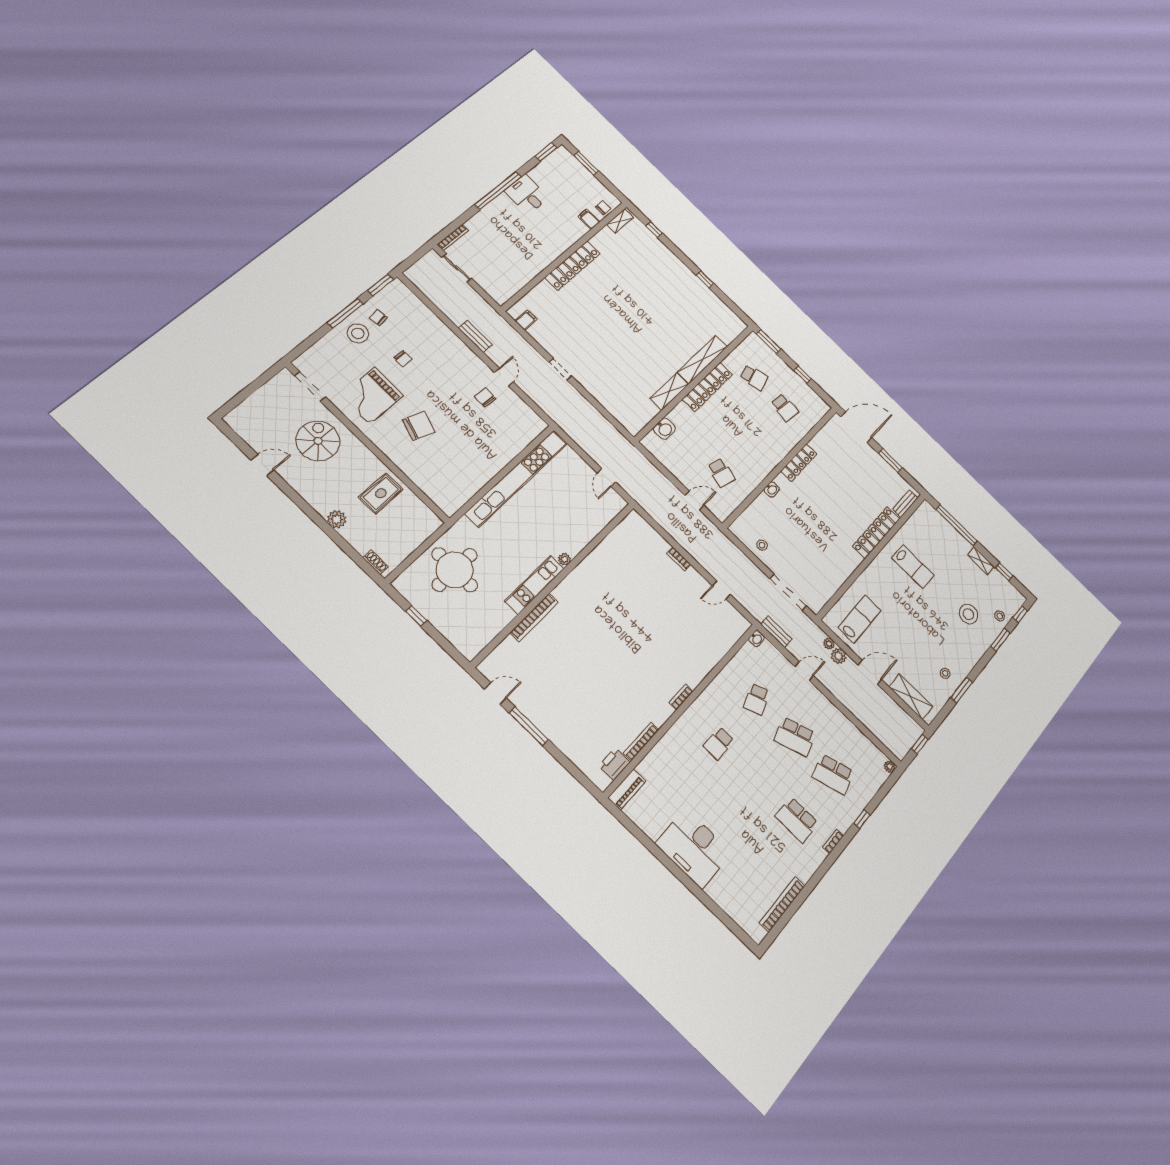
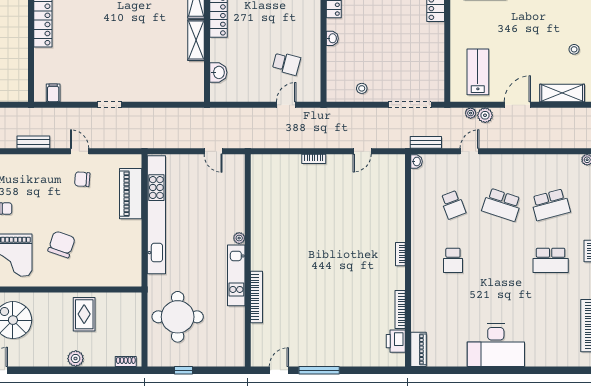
piano: (512, 444) -> (131, 194), added
school desk: (795, 737) -> (502, 205), turned 36

